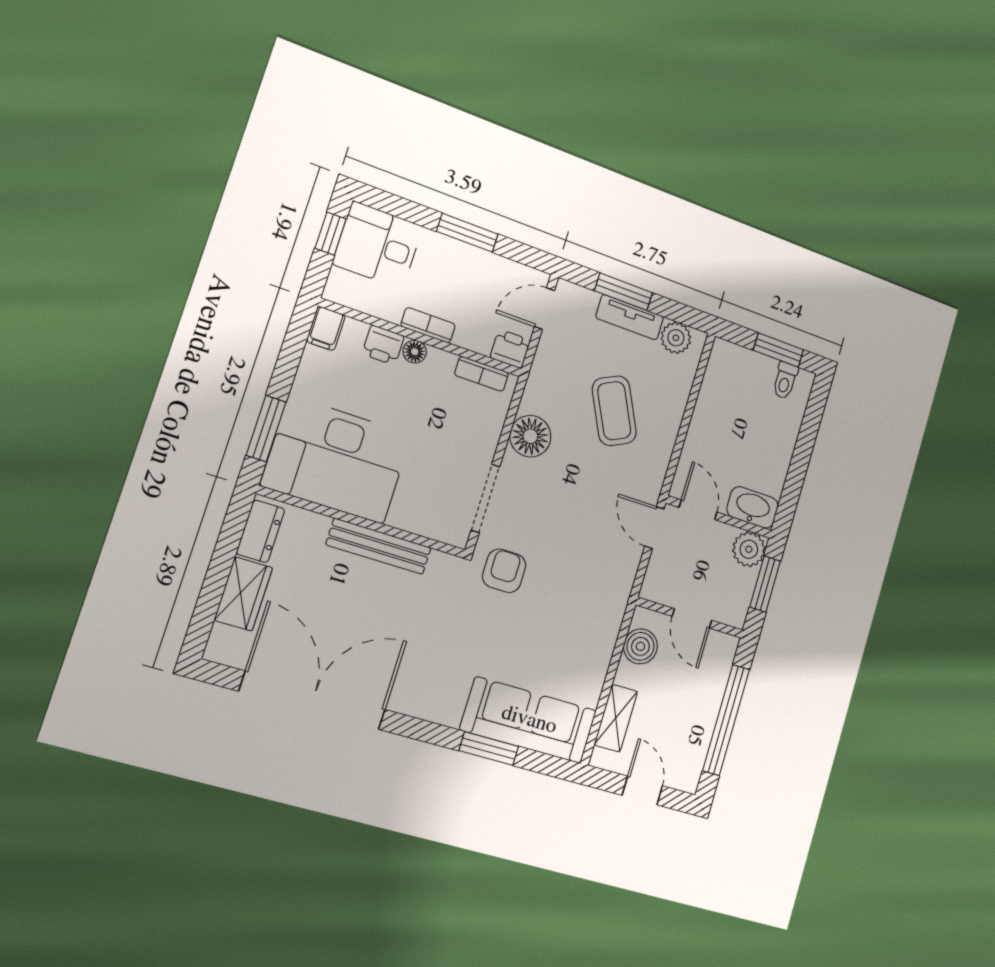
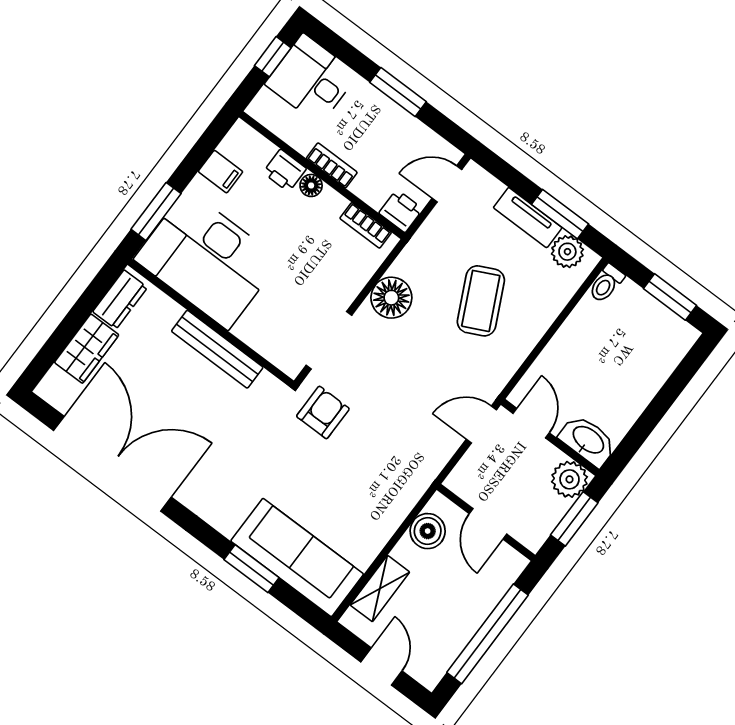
window: (623, 292) -> (560, 214), moved
filing cabinet: (326, 328) -> (220, 172), moved, turned -90
toilet: (785, 380) -> (606, 284), moved
door: (654, 528) -> (481, 424), hinge flipped

